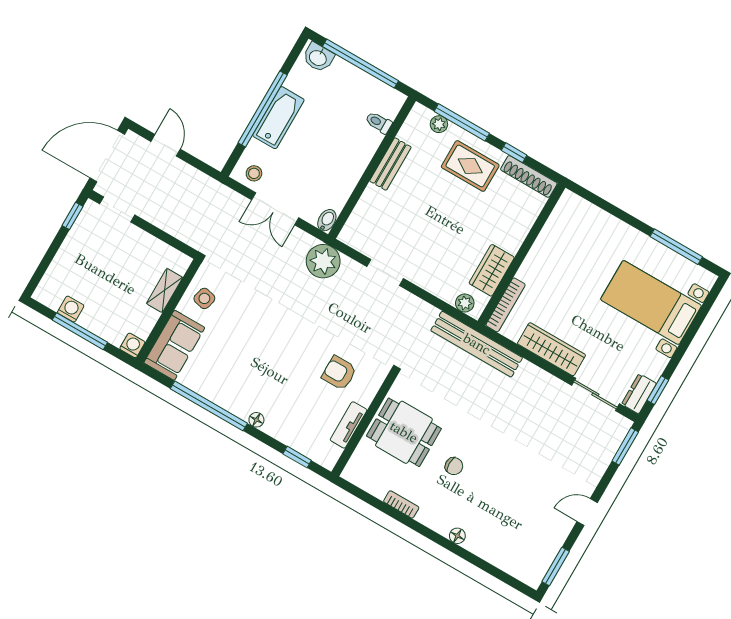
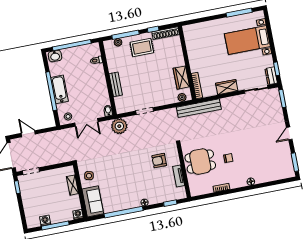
bench: (390, 164) -> (116, 84), moved
wardrobe: (551, 349) -> (227, 87), width x0.67

